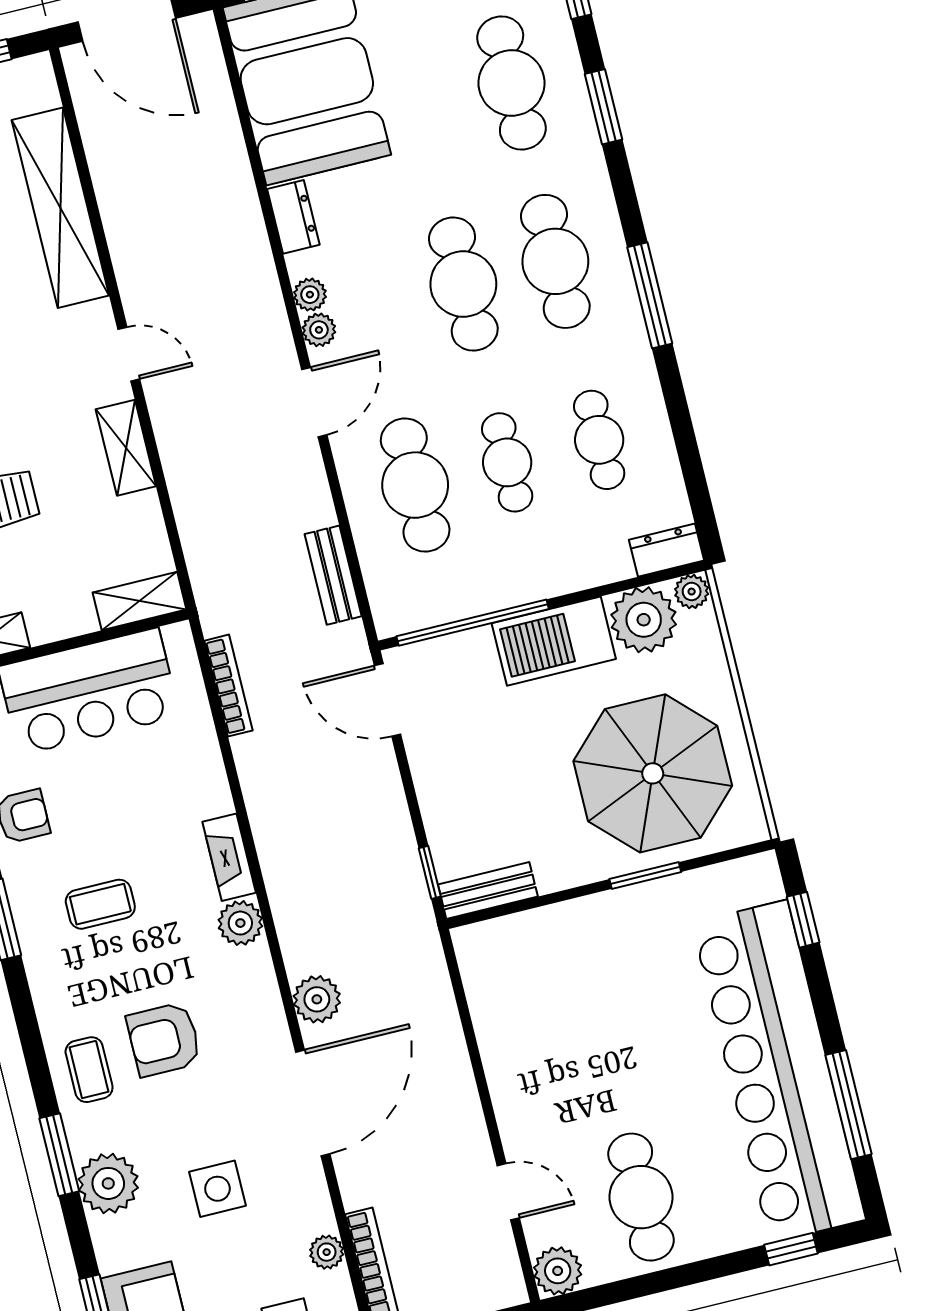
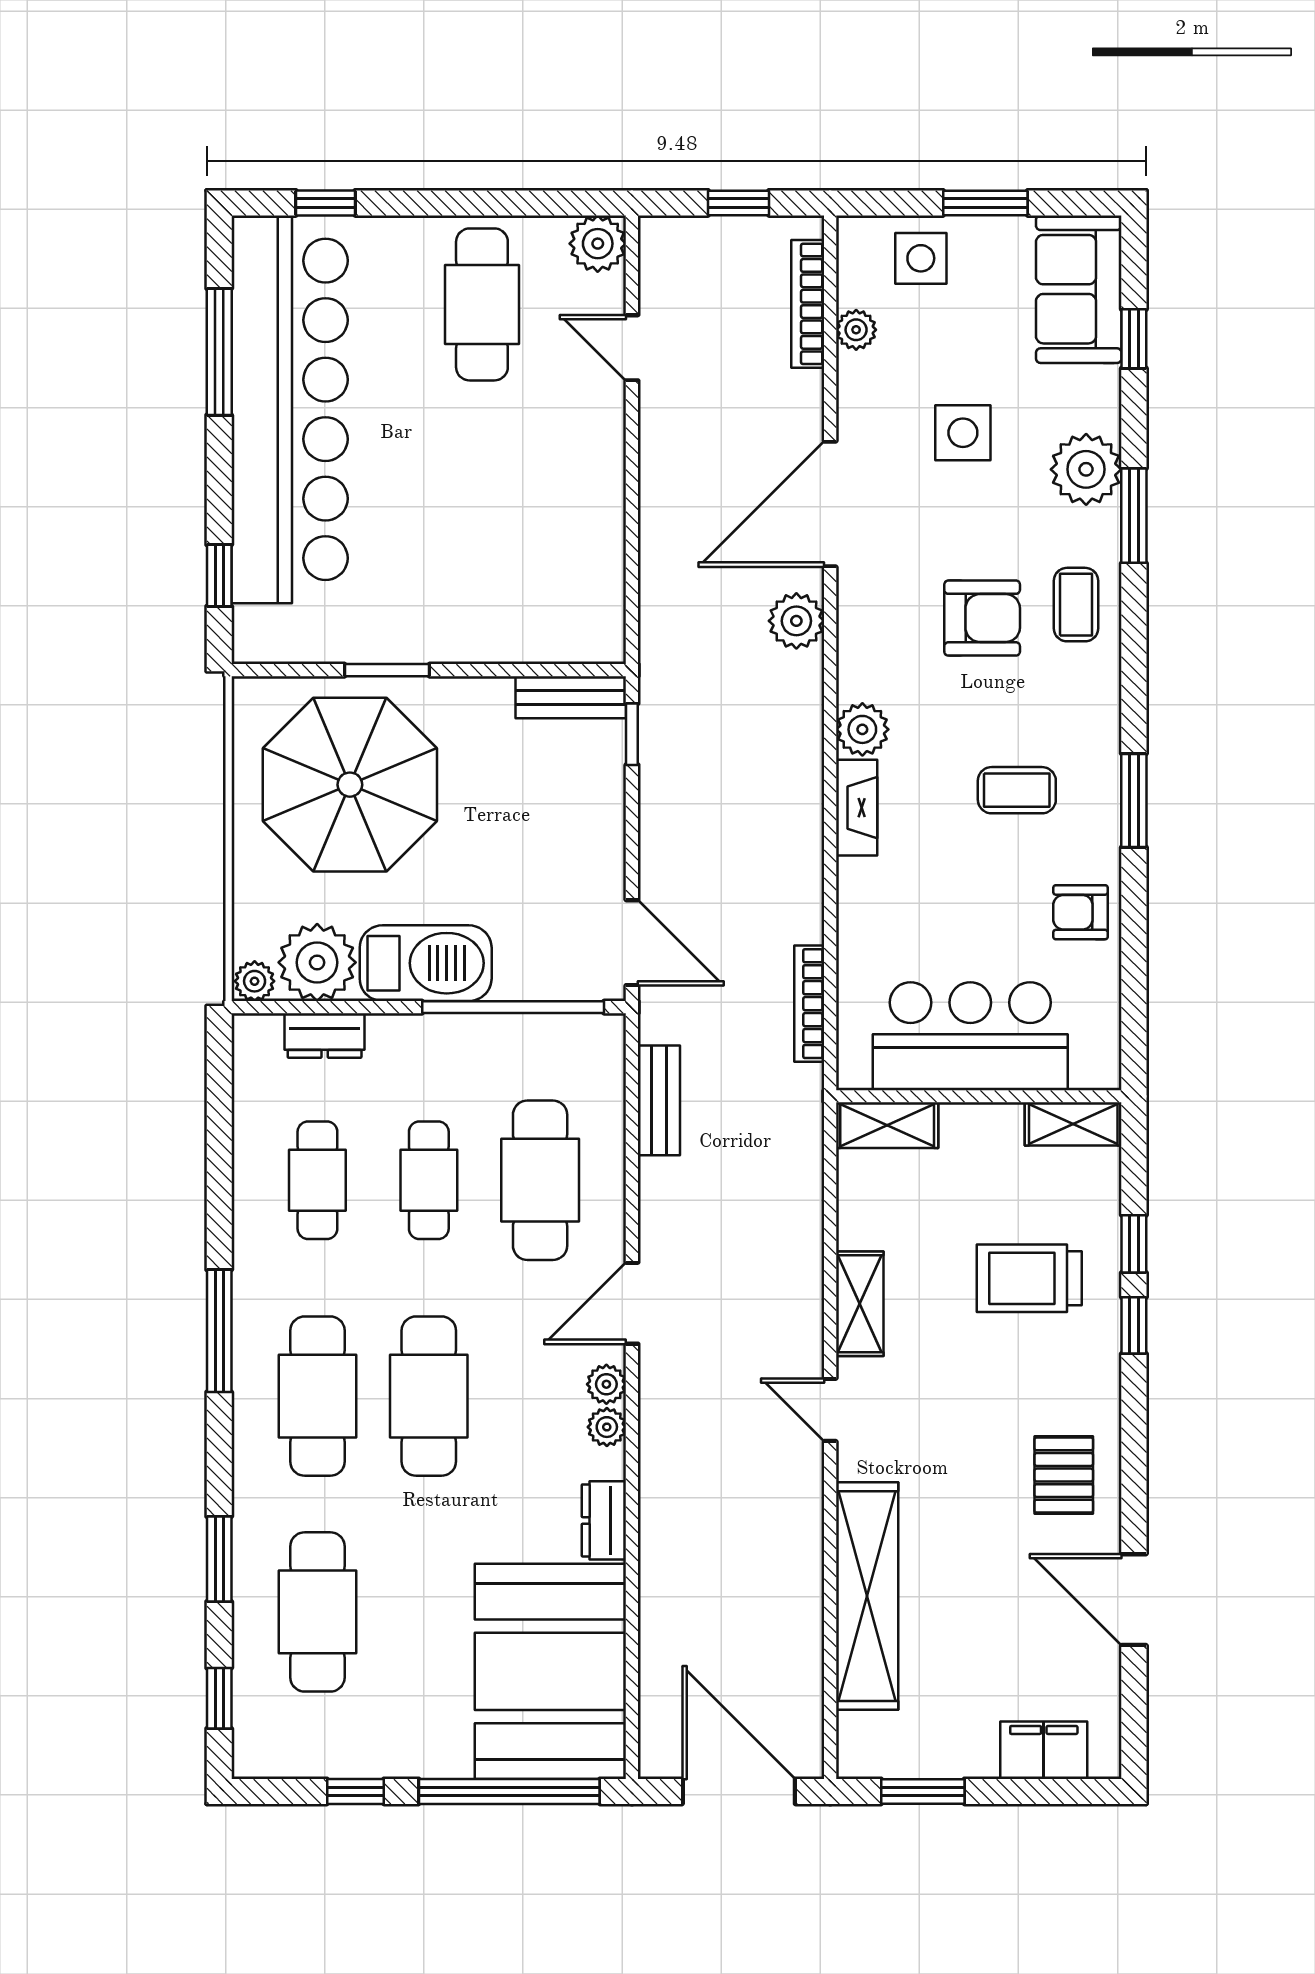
dresser: (667, 550) -> (325, 1036), moved

